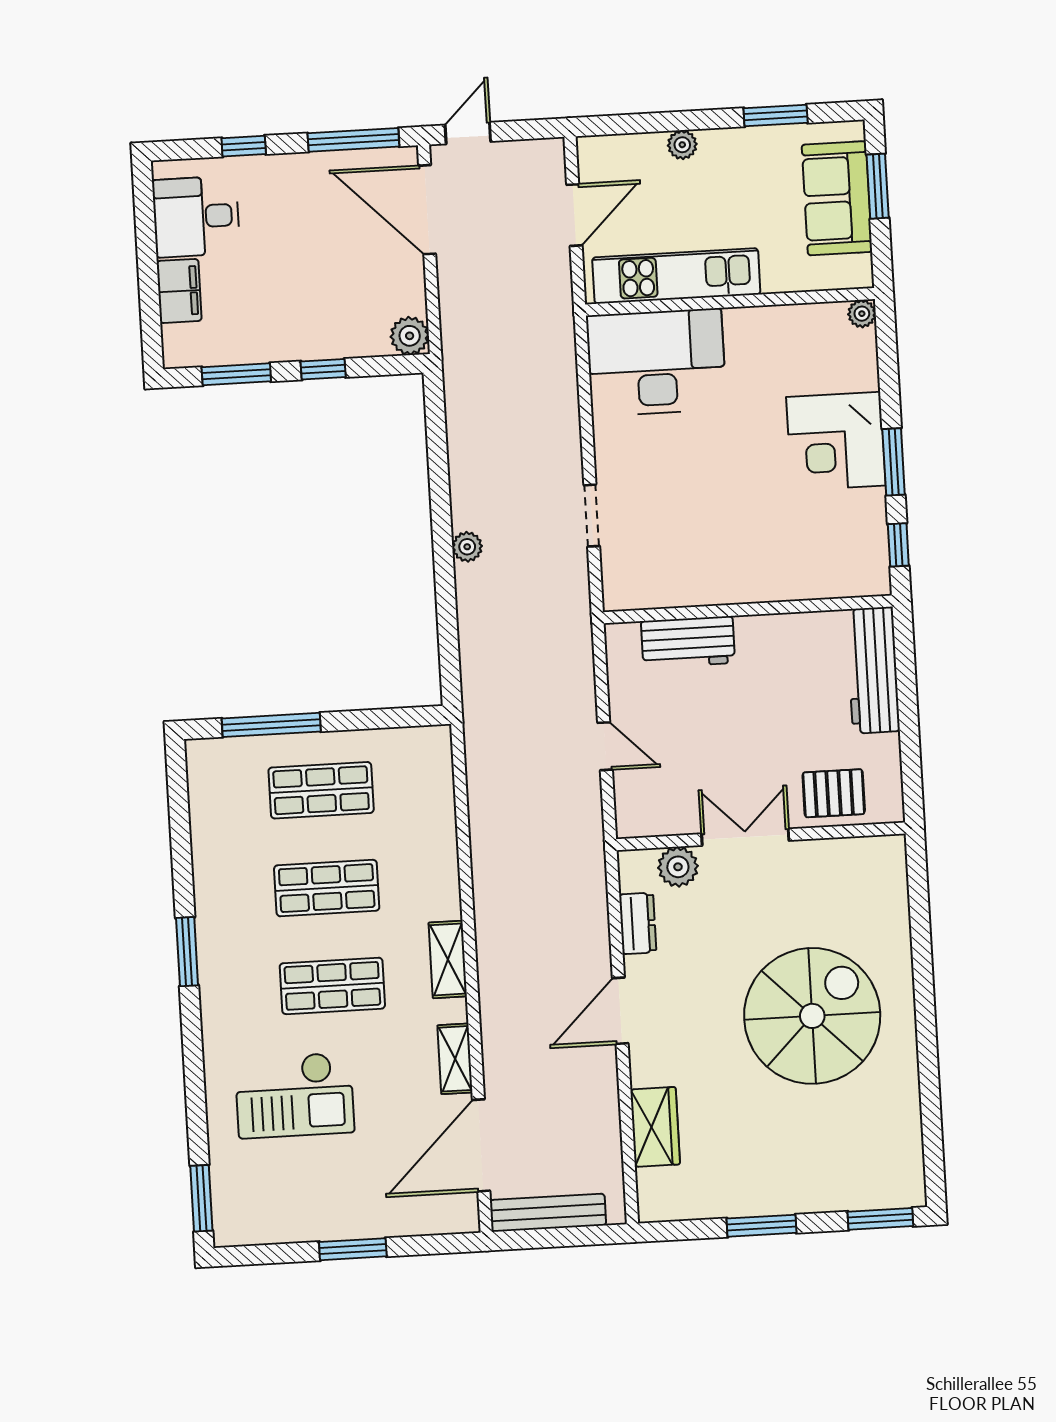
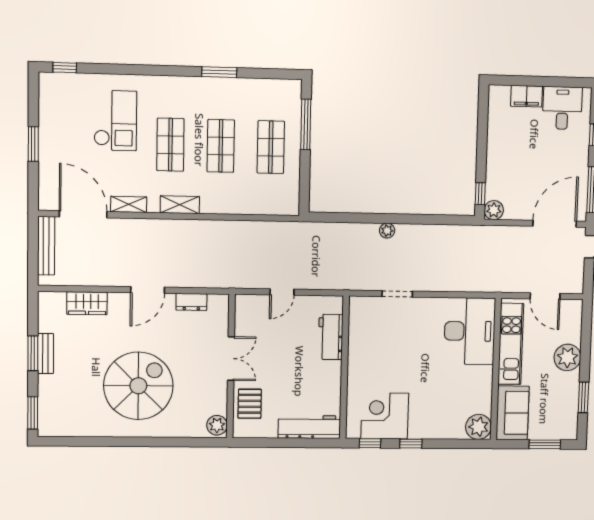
plant: (682, 145) -> (567, 357), width x1.87, depth x1.87
sofa: (837, 198) -> (513, 413), moved, turned 90
plant: (862, 314) -> (478, 427), width x1.88, depth x1.88
window: (323, 369) -> (480, 194), moved
window: (236, 374) -> (483, 122), removed
corner desk: (836, 441) -> (385, 416), moved
window: (894, 462) -> (411, 444), width x0.67
plant: (678, 867) -> (217, 425), moved
window: (187, 952) -> (219, 72), moved
door: (620, 1011) -> (148, 290), swing flipped
spiral stairs: (812, 1016) -> (138, 386), turned -90
checkout: (295, 1095) -> (115, 121), turned 180
window: (201, 1198) -> (65, 68), width x0.67
bench: (760, 1201) -> (45, 354), added

